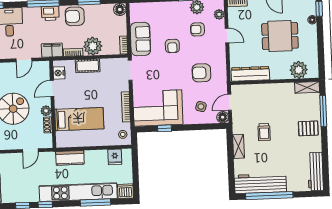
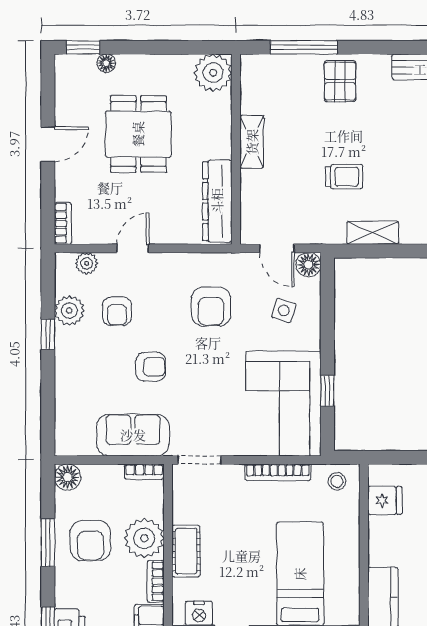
armchair: (75, 16) -> (90, 541), moved
plant: (299, 70) -> (213, 73), moved
shelving: (307, 87) -> (252, 142), moved

